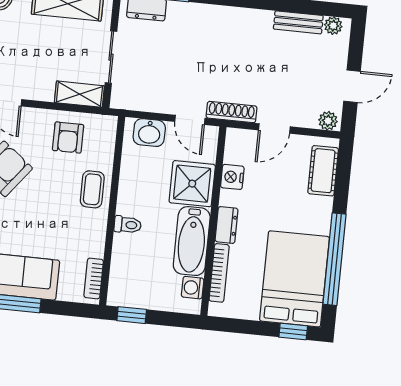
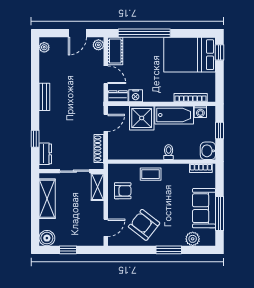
bench: (298, 22) -> (44, 97), moved
door: (352, 86) -> (77, 33), swing flipped
shoe rack: (232, 112) -> (99, 149), moved
washbasin: (149, 133) -> (208, 151), moved, turned 180
cot: (323, 171) -> (115, 51), moved, turned 90
dresser: (227, 225) -> (118, 96), moved
window: (335, 259) -> (144, 33), moved
window: (132, 315) -> (219, 131), moved

